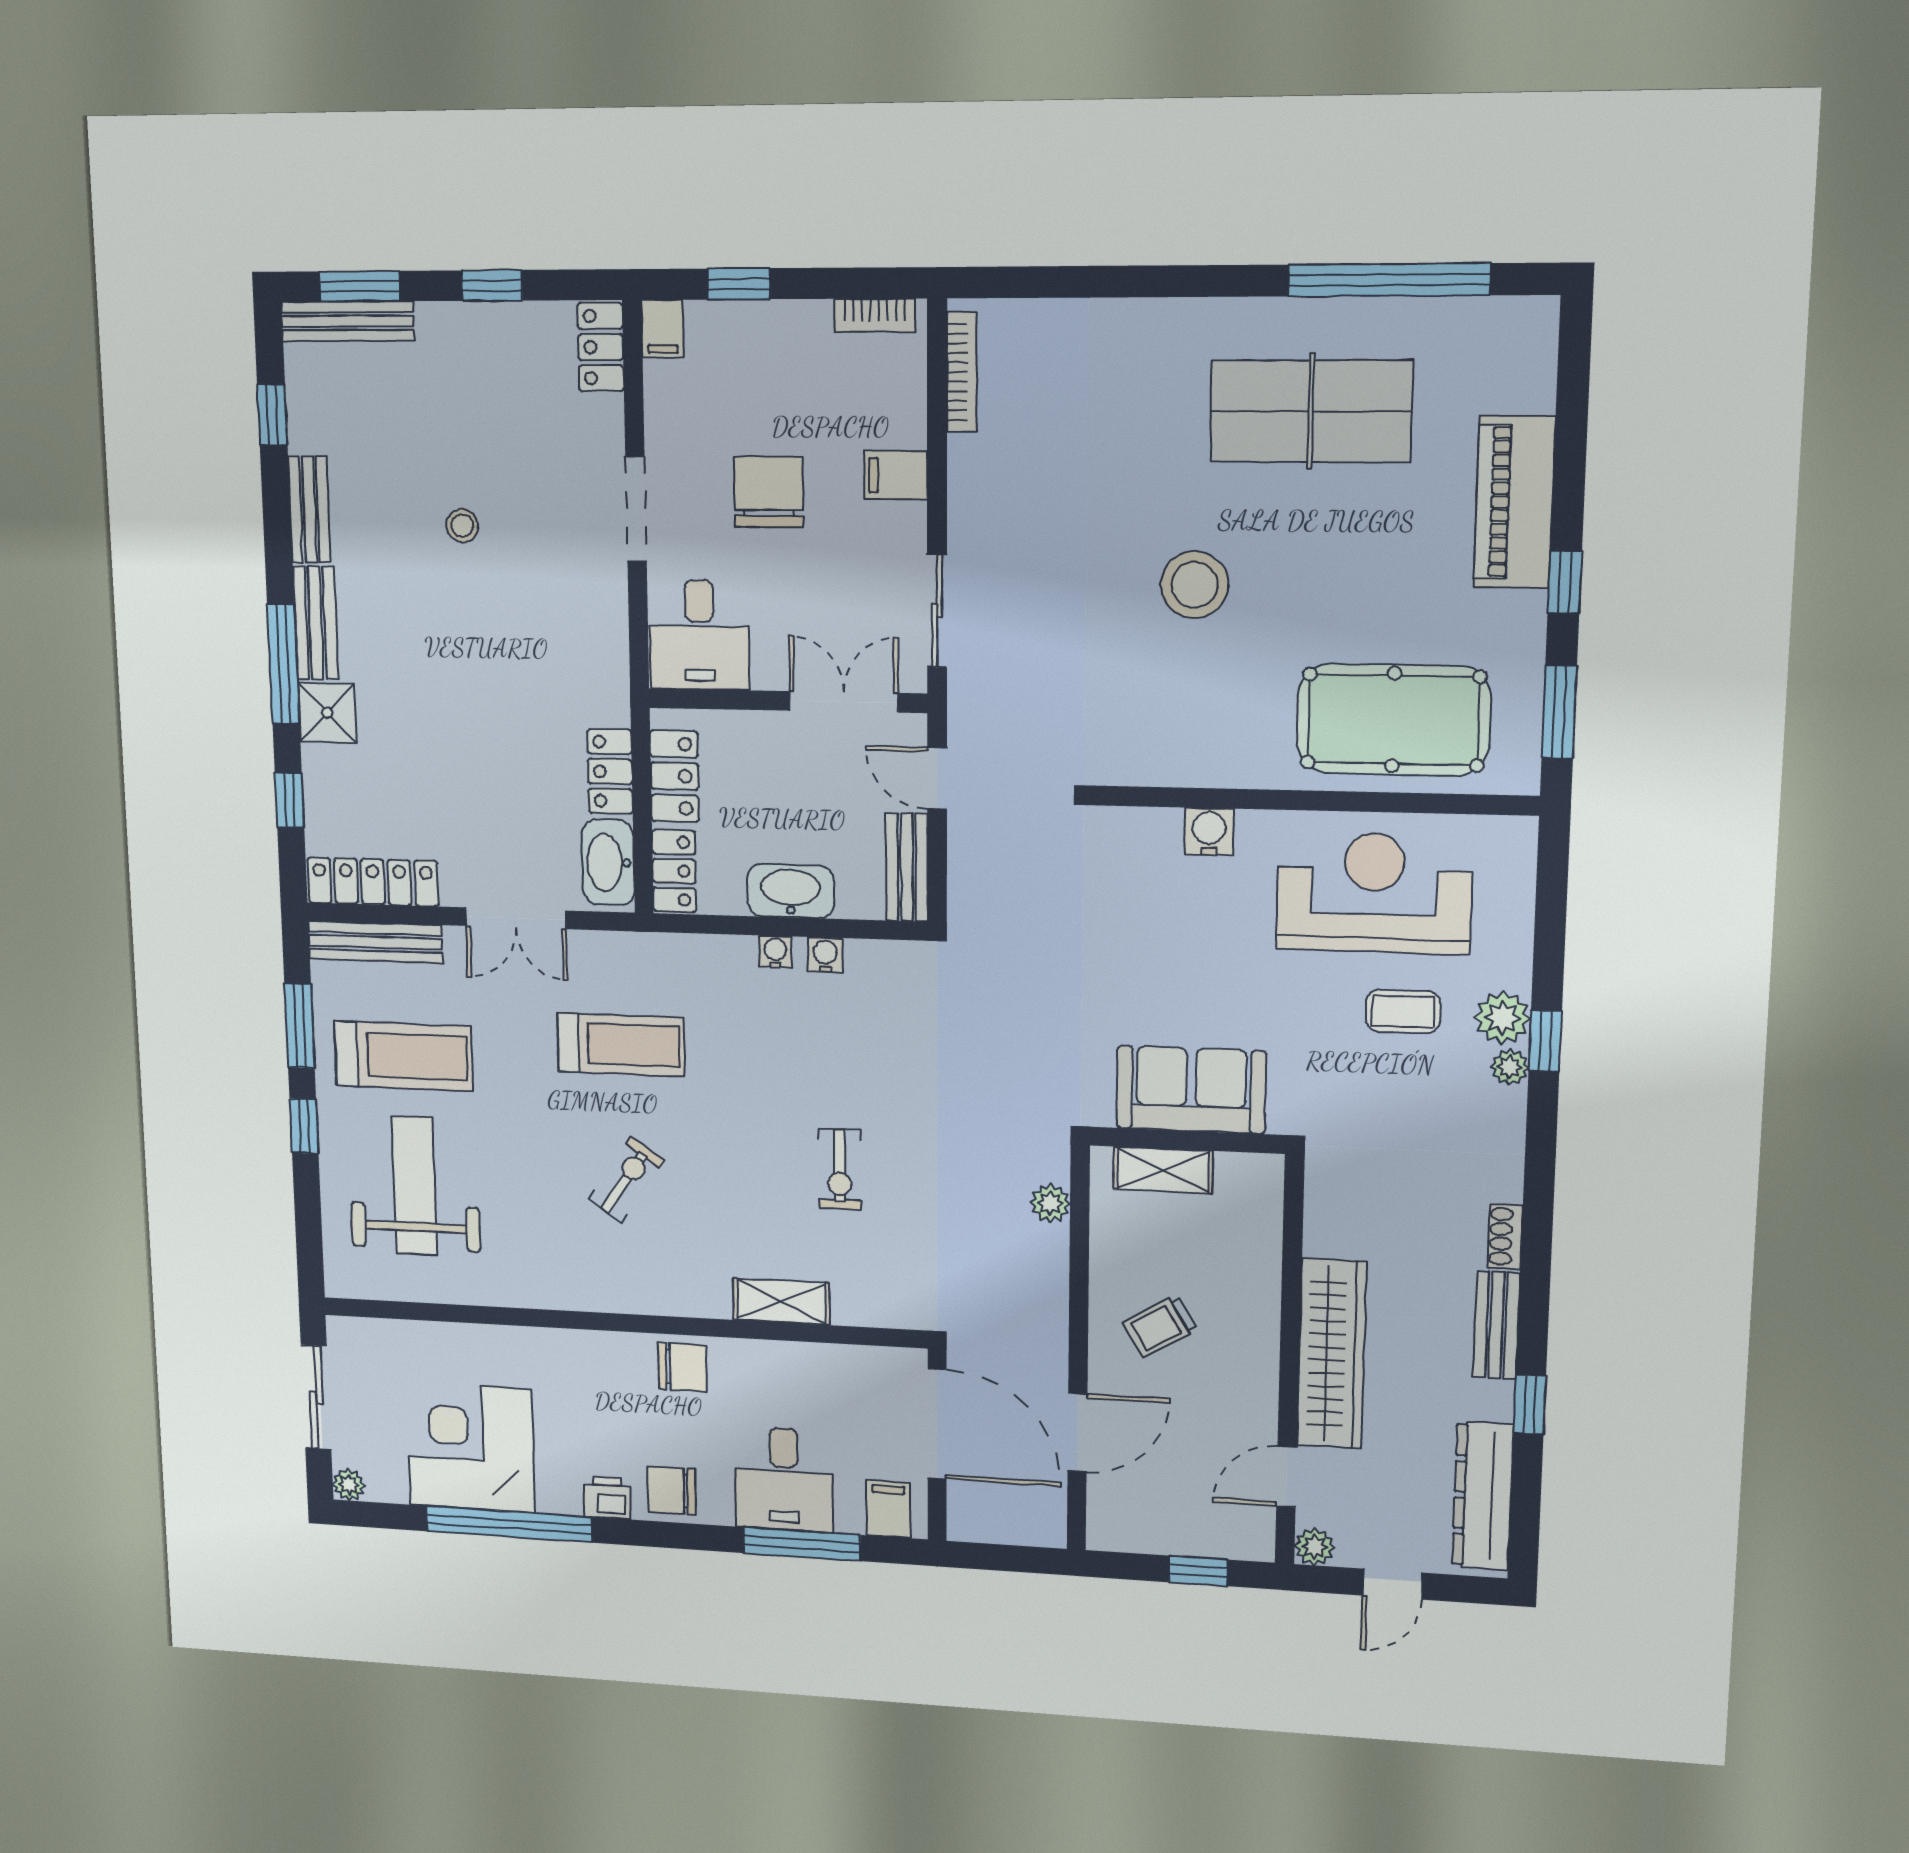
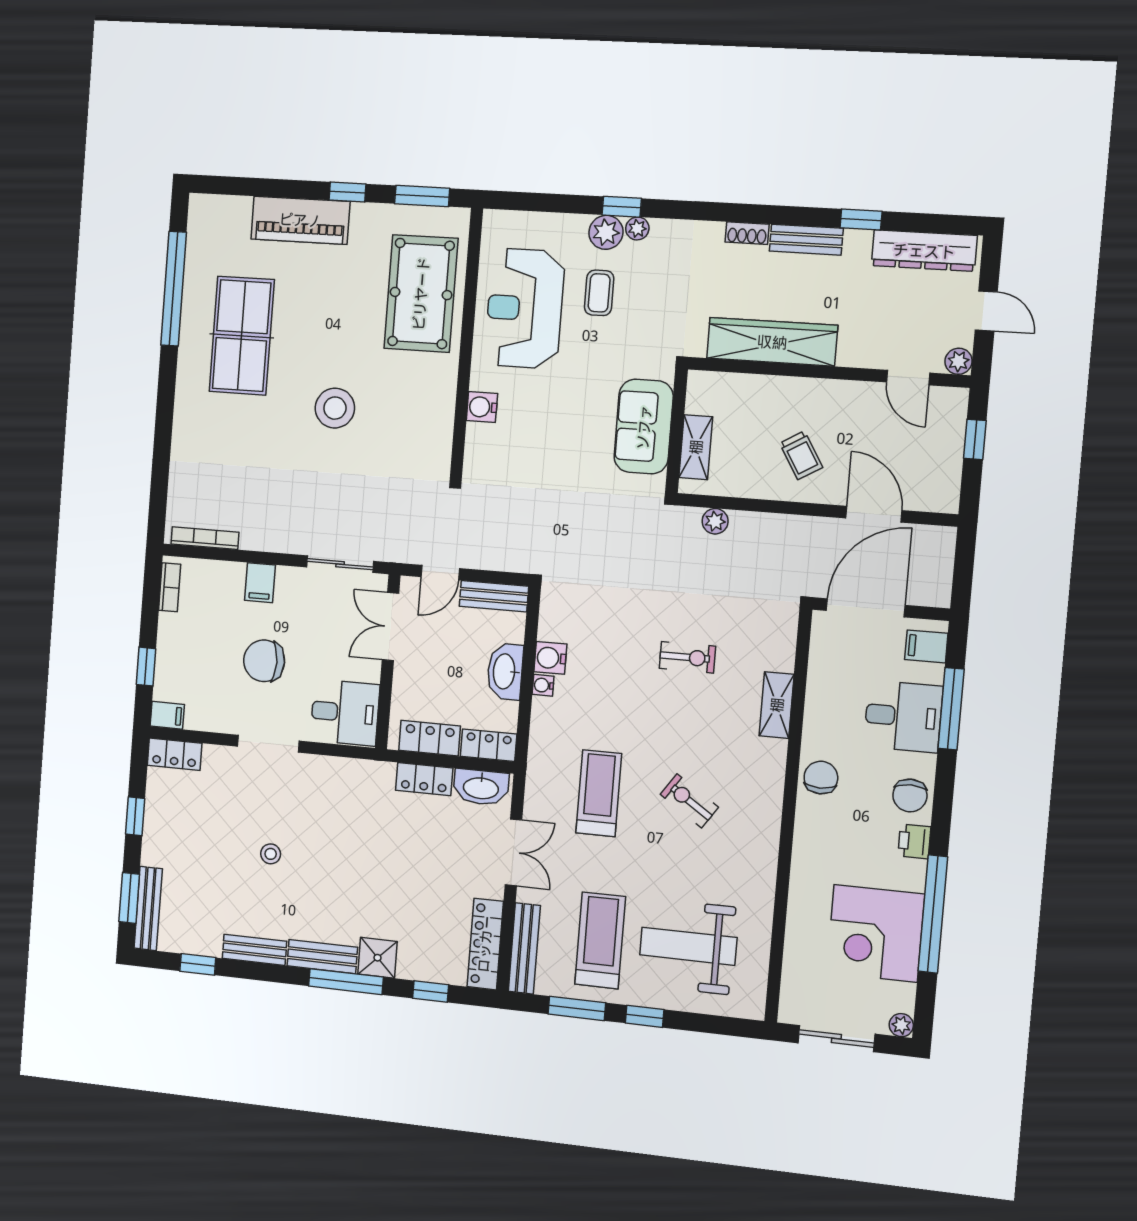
water cooler: (825, 955) -> (550, 658), width x1.38, depth x1.38
wardrobe: (1332, 1354) -> (772, 342), moved

